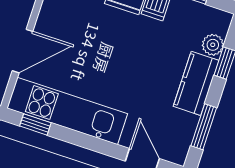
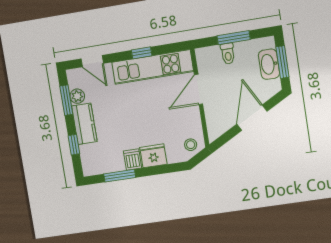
plant: (213, 45) -> (77, 96), moved
window: (35, 124) -> (142, 53), moved

